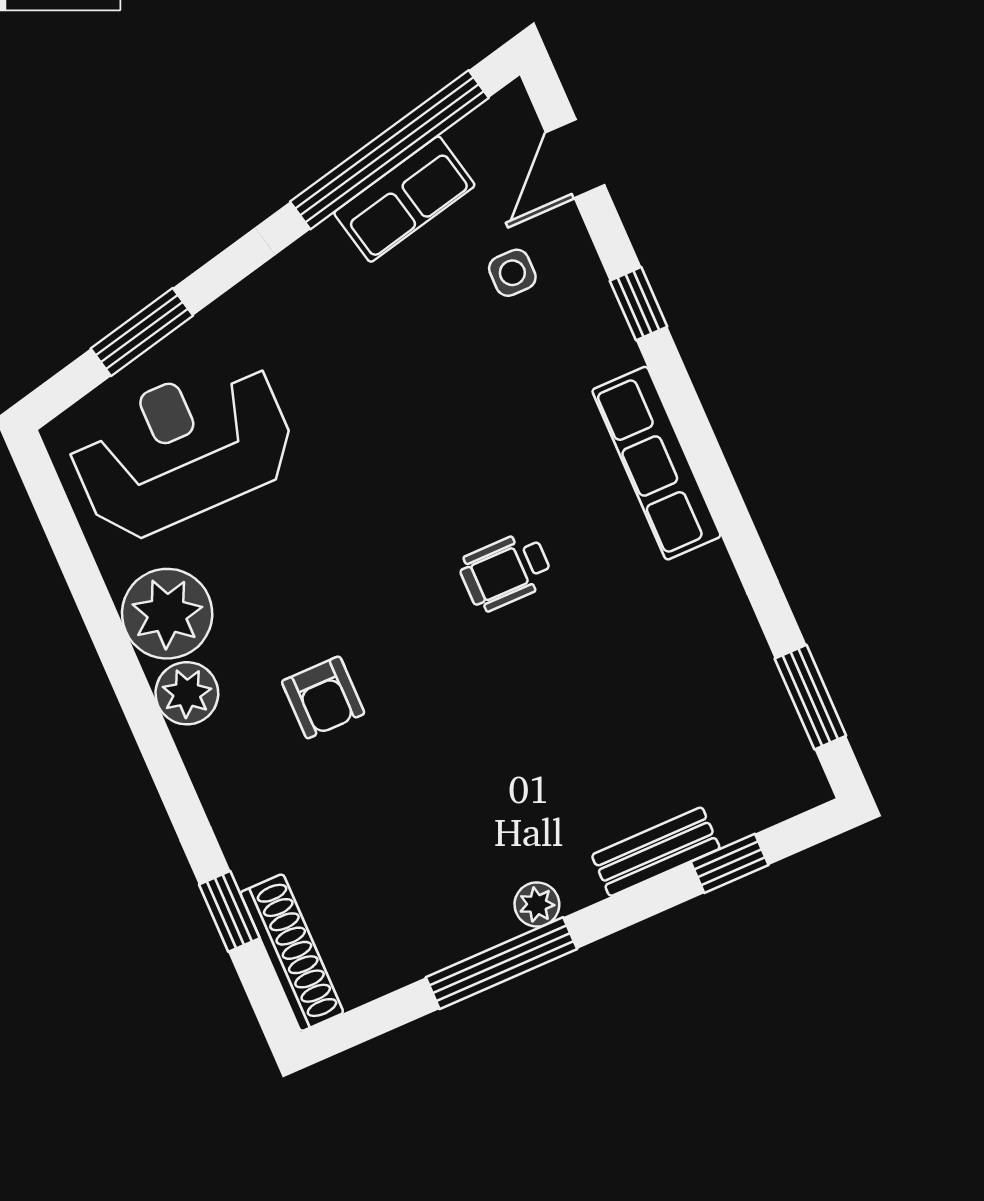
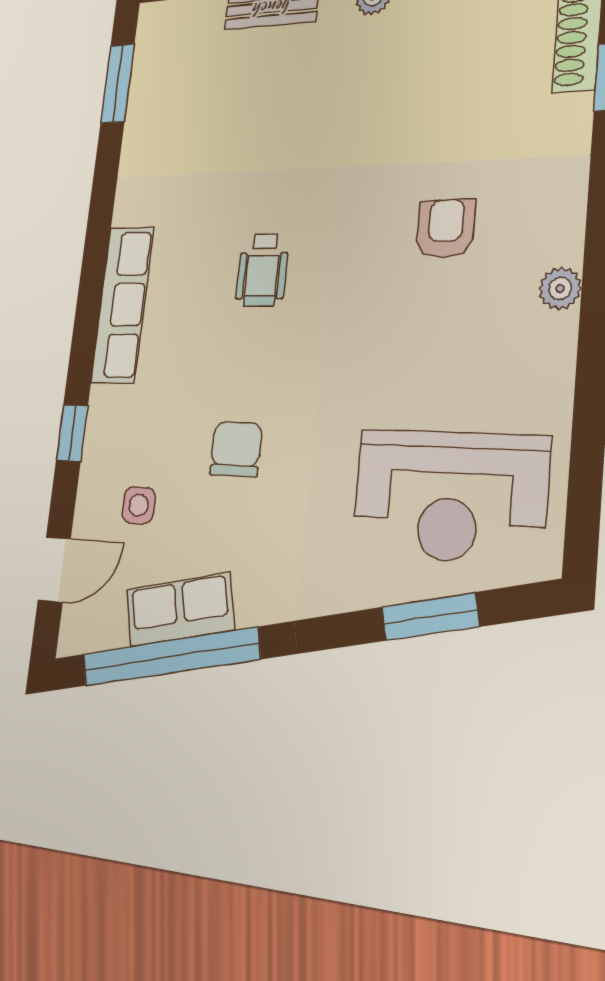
chair: (432, 382) -> (236, 449), added
wheelchair: (506, 571) -> (262, 270), turned 90
plant: (167, 614) -> (534, 358), removed
plant: (187, 693) -> (560, 288), width x0.73, depth x0.73

